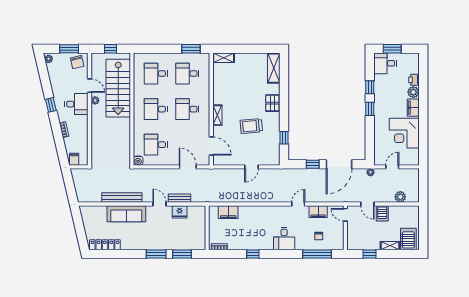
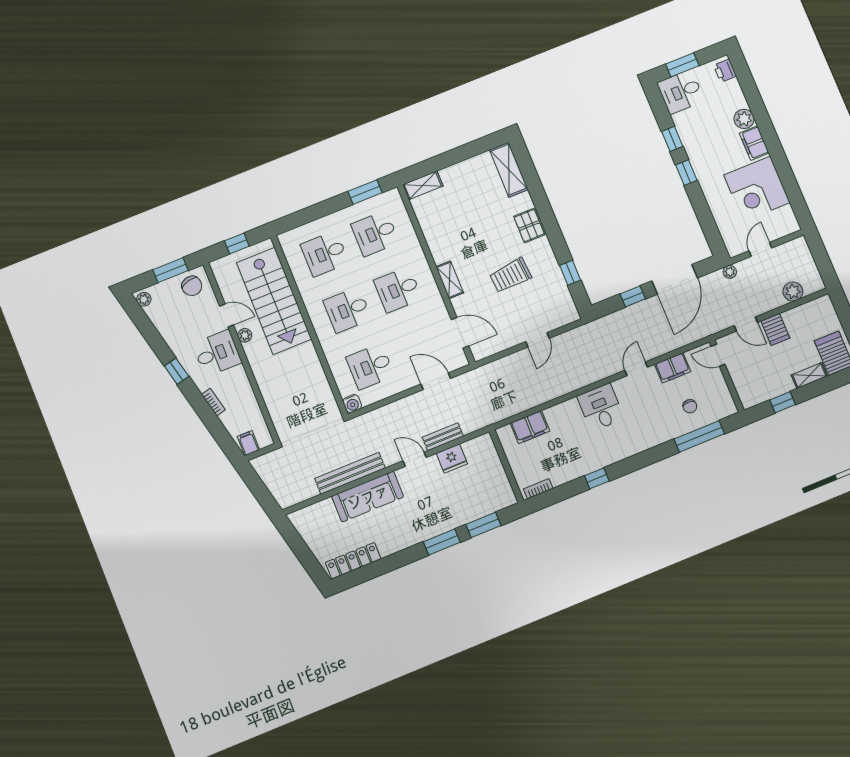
printer: (414, 80) -> (725, 71), moved
desk: (284, 239) -> (601, 407), moved, turned 180

